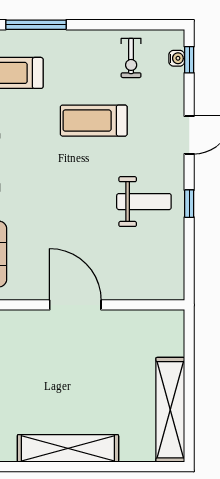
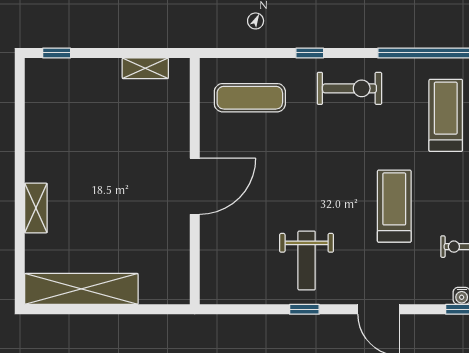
shelving: (68, 448) -> (36, 208), width x0.45, depth x0.75

